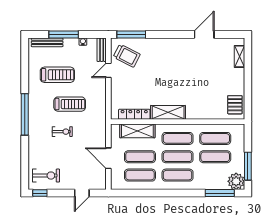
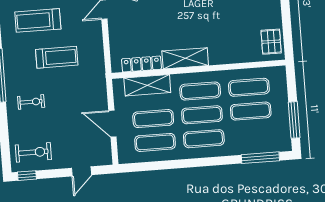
treadmill: (57, 75) -> (38, 20), turned 180
exercise bike: (62, 132) -> (31, 102), moved
plant: (236, 181) -> (280, 141), removed

